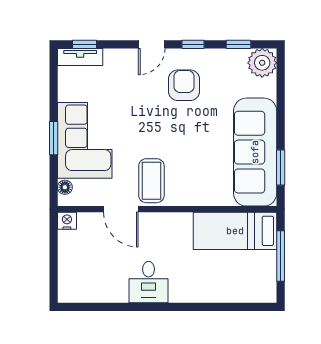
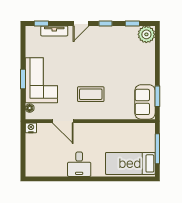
tv unit: (80, 57) -> (54, 31), moved
armchair: (184, 85) -> (100, 48), removed
sofa: (255, 152) -> (145, 102), width x0.54, depth x0.79
coffee table: (151, 181) -> (91, 94), moved, turned 90
bed: (235, 231) -> (130, 163), moved

